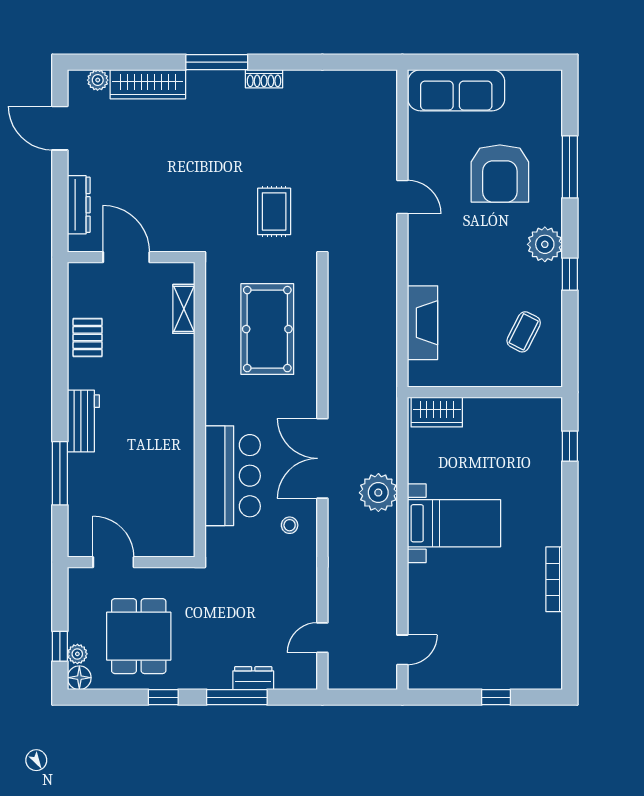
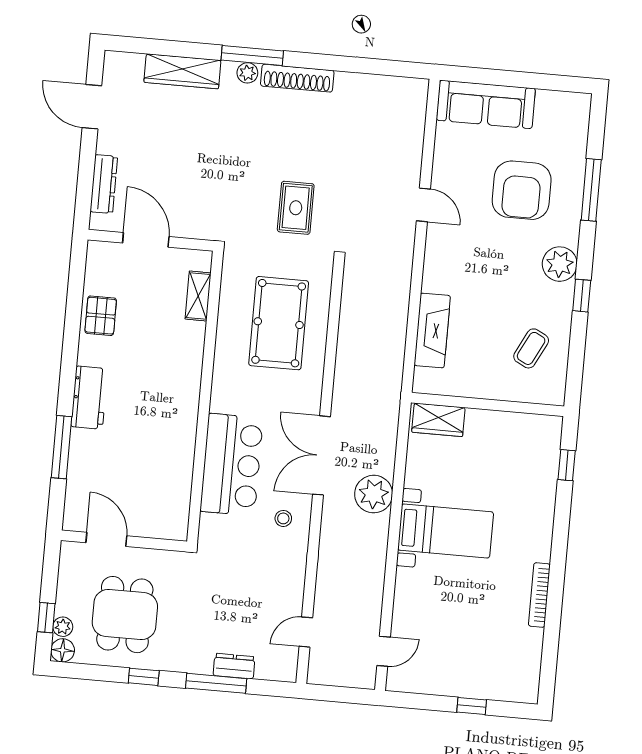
shoe rack: (264, 79) -> (297, 78), width x1.94, depth x1.24
plant: (98, 80) -> (247, 73), moved

